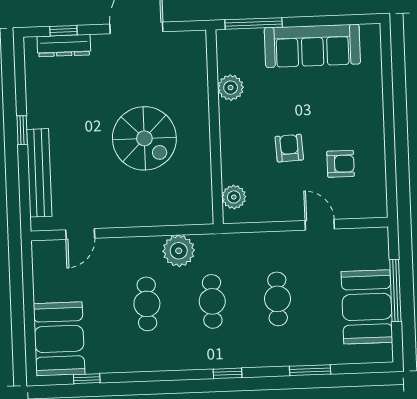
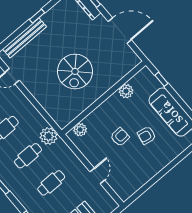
window: (254, 23) -> (161, 79), width x0.46
armchair: (341, 164) -> (147, 135), moved, turned 101
plant: (179, 251) -> (49, 136), moved

